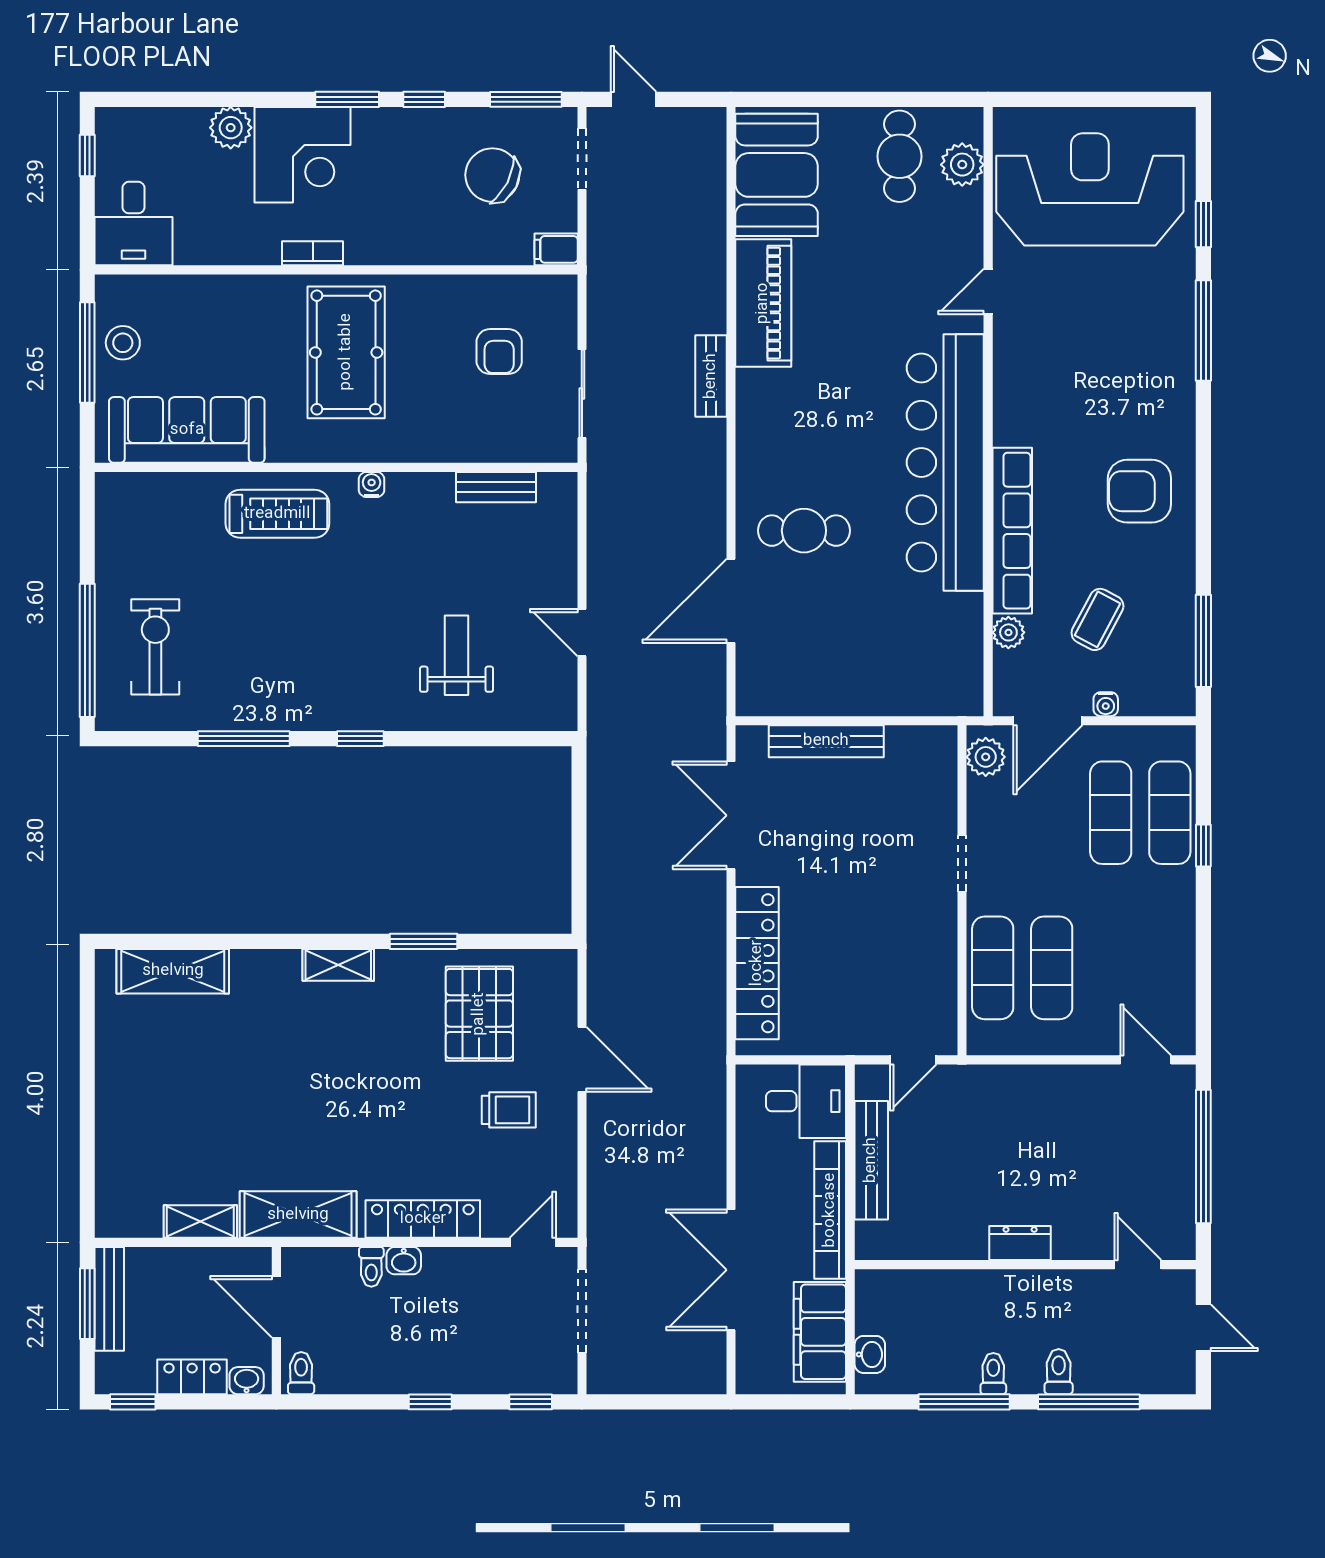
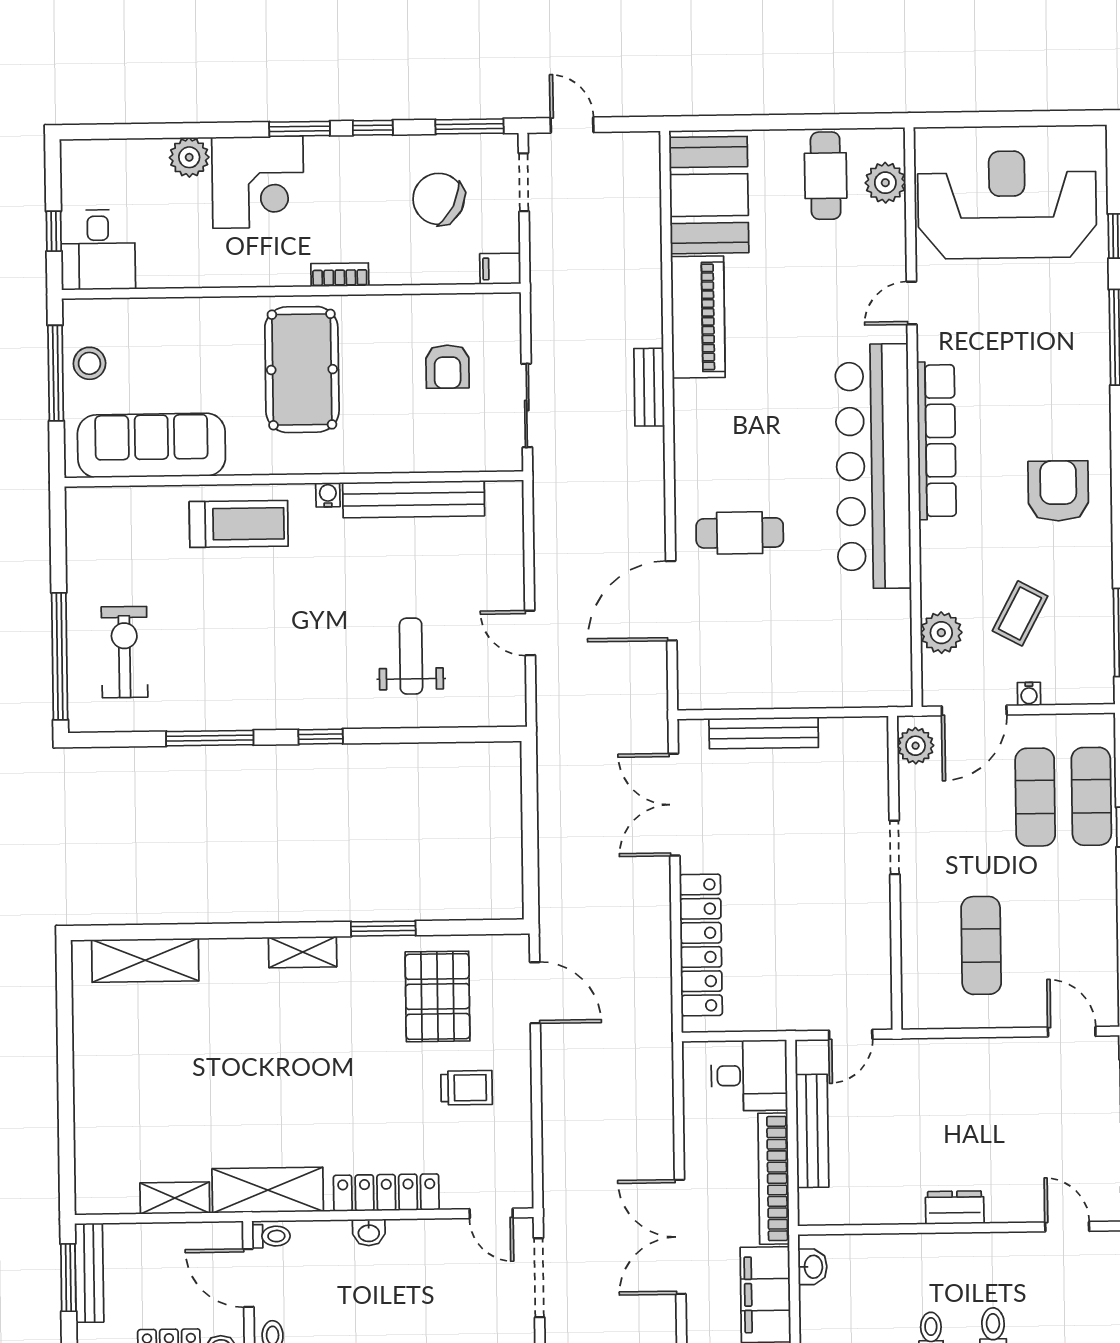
window: (87, 155) -> (54, 231), moved
bookcase: (313, 253) -> (340, 275), moved
bench: (496, 487) -> (414, 499), width x1.86, depth x1.21
armchair: (1139, 491) -> (1058, 491), turned 90
row of seats: (1012, 531) -> (937, 441), moved
plant: (1008, 632) -> (941, 633), width x1.38, depth x1.38
exercise mat: (993, 968) -> (925, 946), removed
door: (582, 1059) -> (535, 993), moved
door: (533, 1242) -> (491, 1213), swing flipped
toilet: (371, 1267) -> (271, 1236), moved, turned -90
washbasin: (870, 1354) -> (813, 1267), moved

